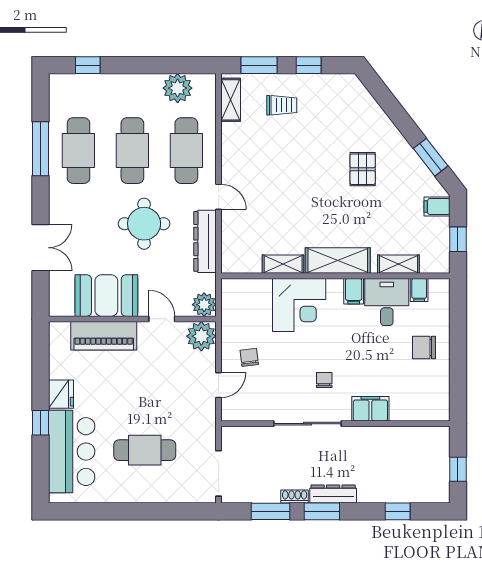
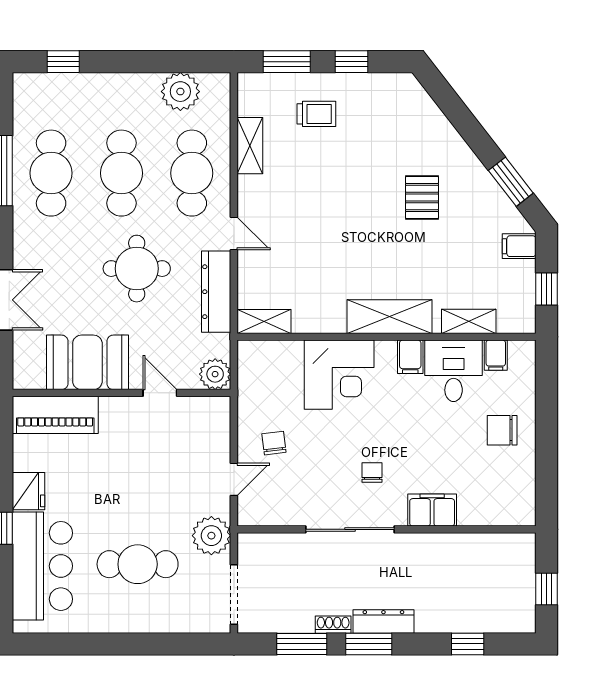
shelving: (231, 100) -> (250, 146), moved
shelving: (283, 264) -> (264, 321), moved
piano: (104, 336) -> (55, 415), moved
plant: (201, 336) -> (211, 536), moved

